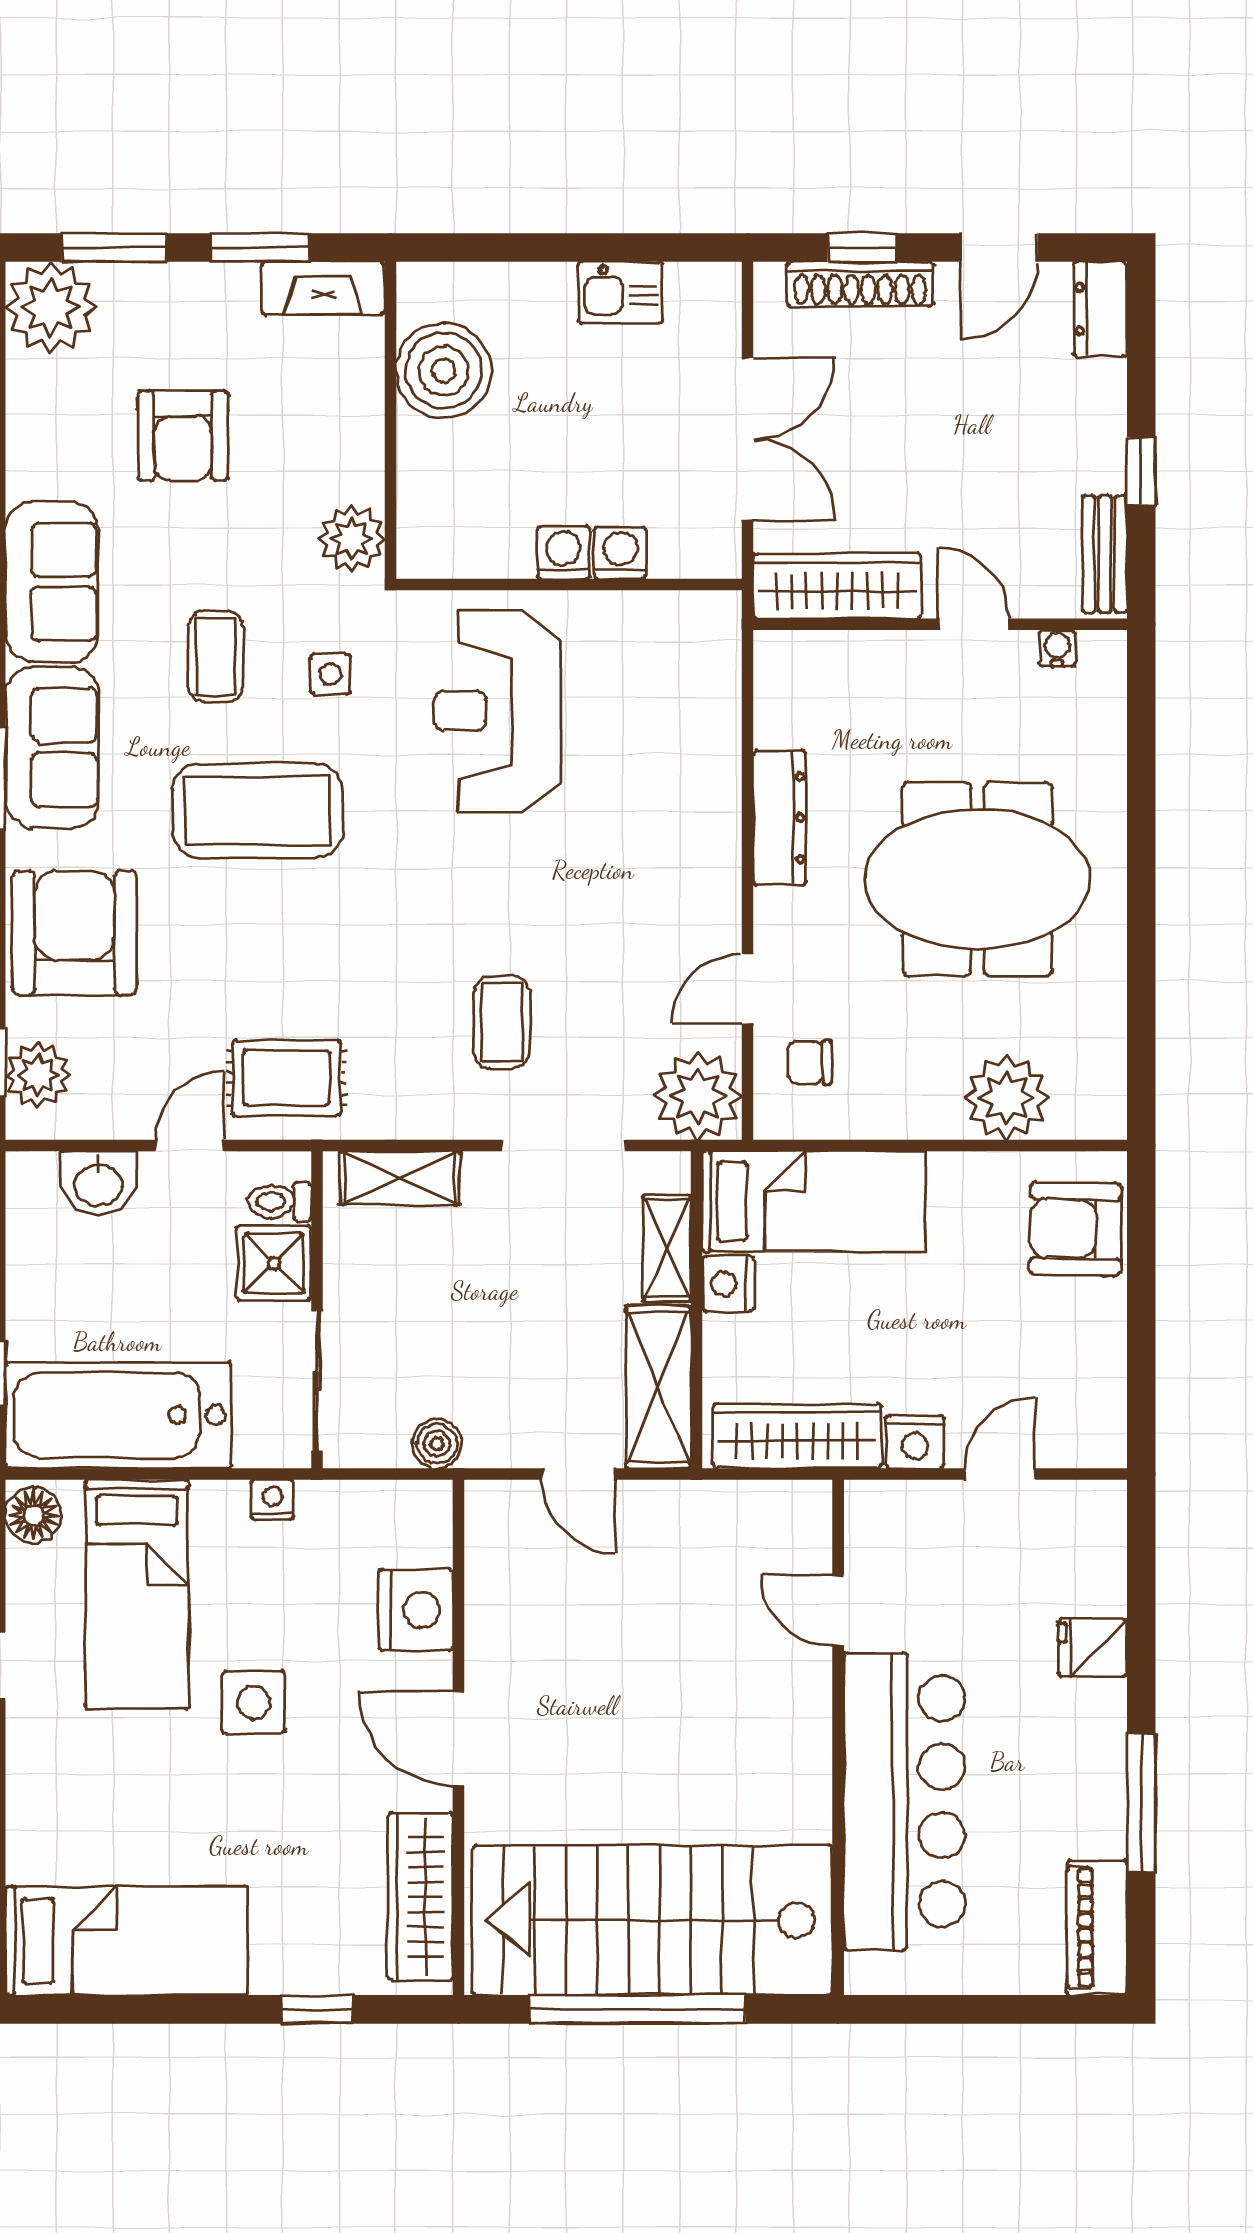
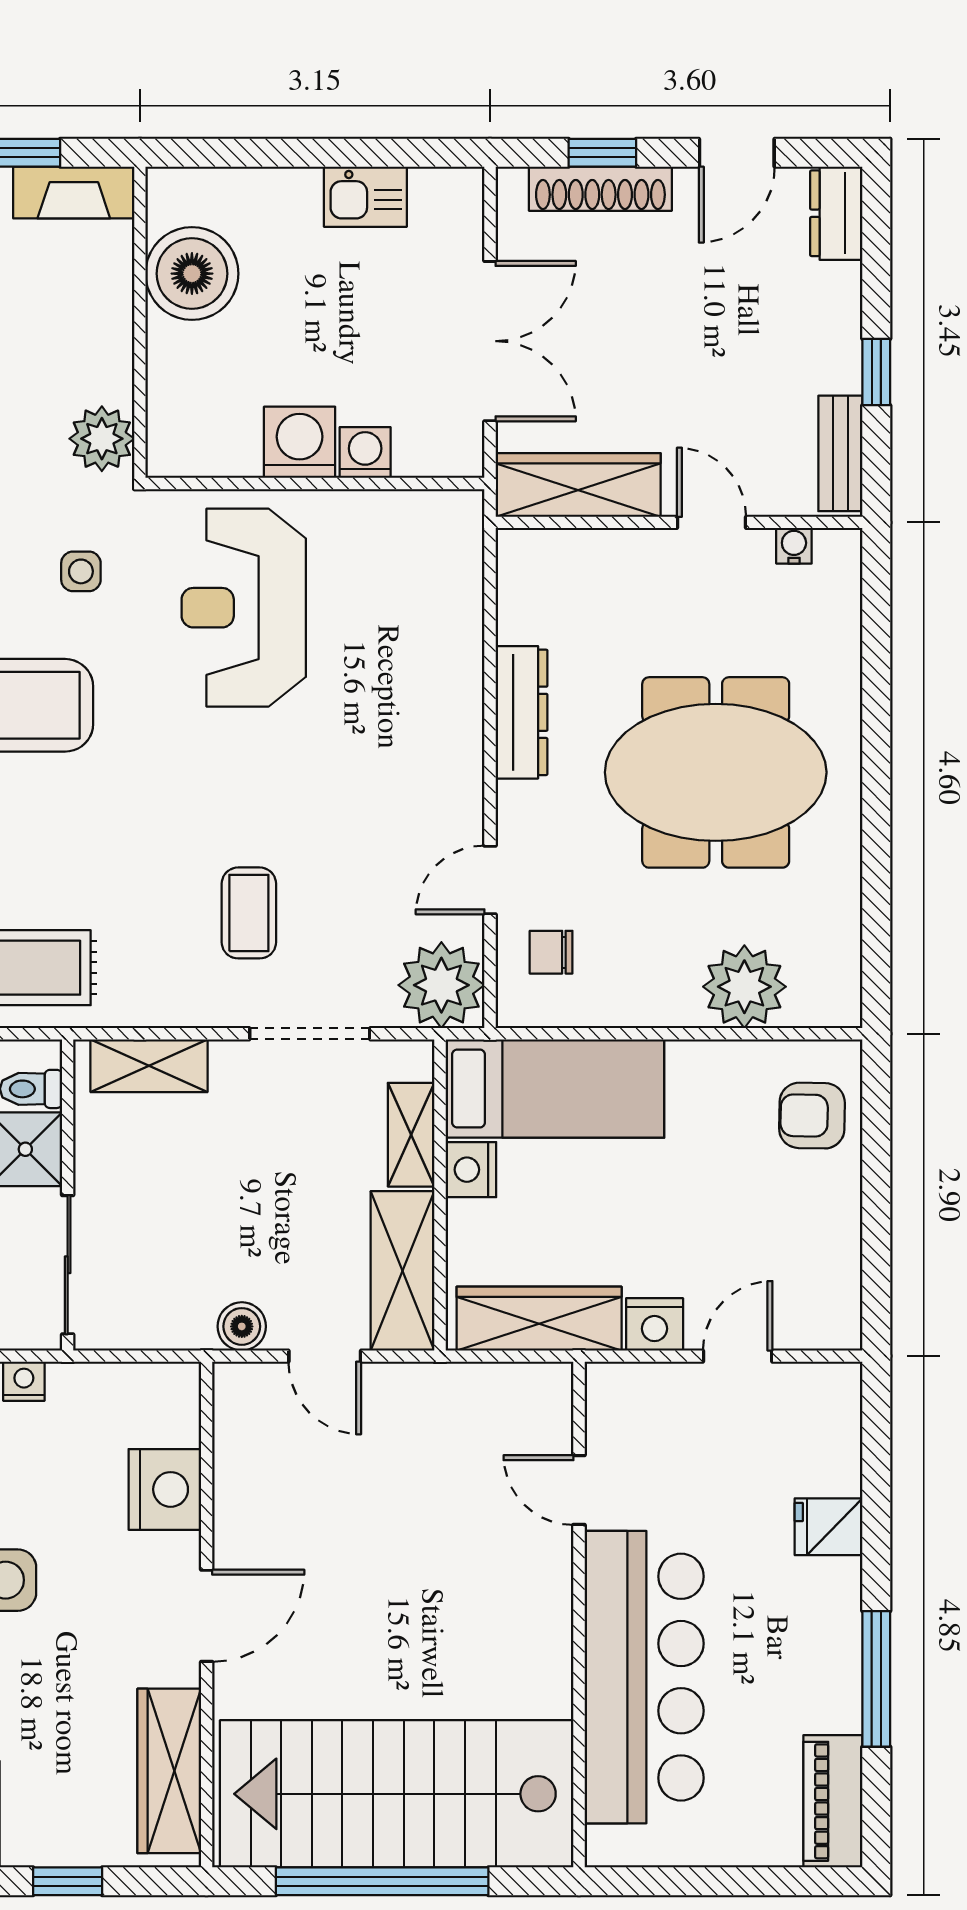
washing machine: (563, 553) -> (300, 442), width x1.38, depth x1.38
armchair: (1076, 1229) -> (812, 1116), width x0.72, depth x0.72
boiler: (437, 1444) -> (242, 1326), moved
door: (459, 1739) -> (207, 1616), swing flipped

